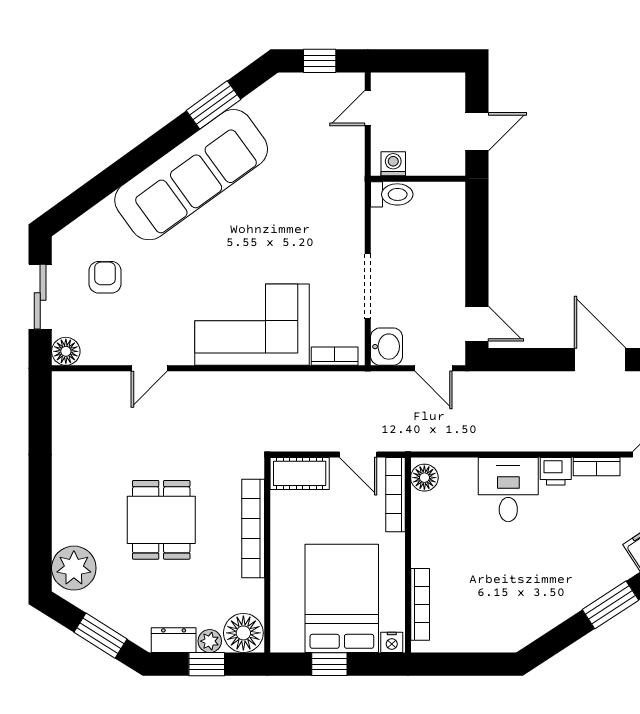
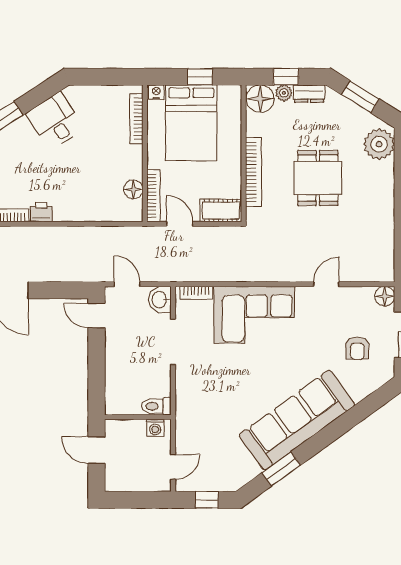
door: (477, 132) -> (97, 450), hinge flipped
floor lamp: (424, 478) -> (133, 189), moved
desk: (508, 490) -> (55, 121), moved, turned 147

